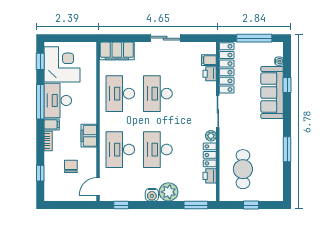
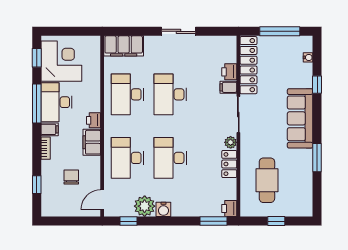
filing cabinet: (209, 60) -> (228, 87), moved
sofa: (272, 93) -> (300, 118), moved
printer: (90, 116) -> (94, 120), added
printer: (210, 176) -> (229, 208), moved
plant: (169, 192) -> (145, 206), moved

